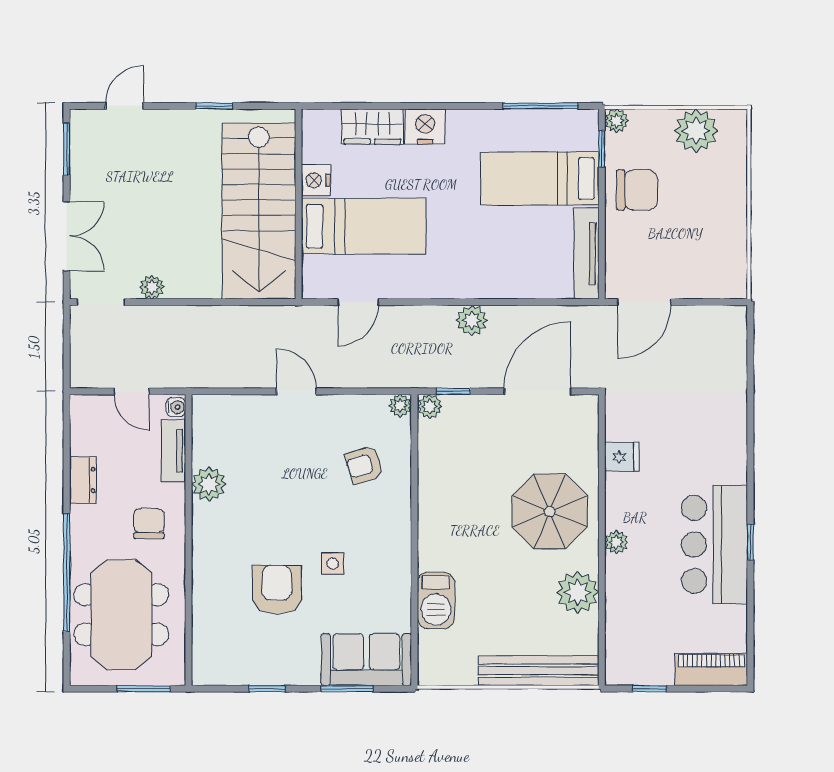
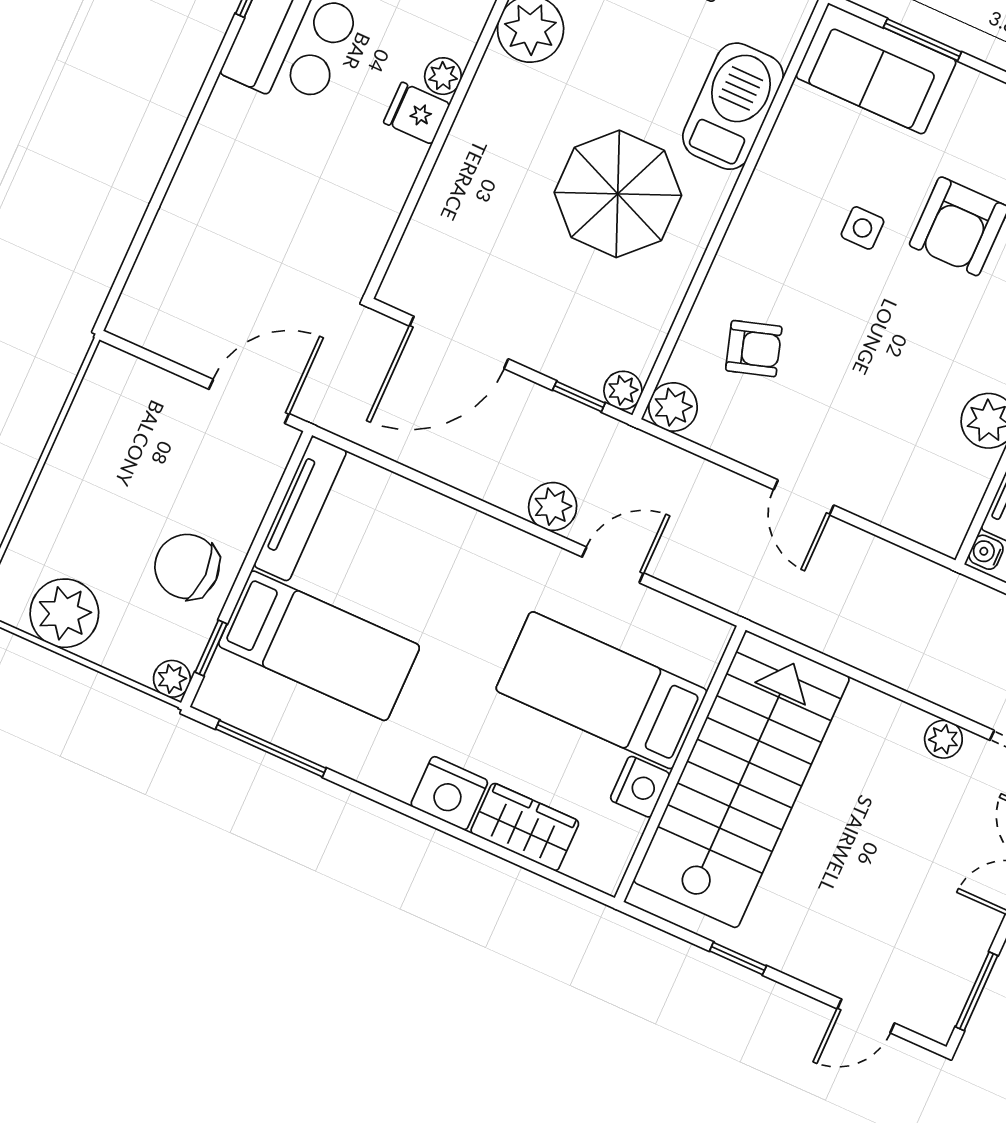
door: (358, 302) -> (613, 565), moved
plant: (472, 320) -> (553, 507), moved
plant: (400, 406) -> (673, 407), width x1.38, depth x1.38
fridge: (622, 457) -> (417, 113), moved
parasol: (550, 511) -> (618, 194), moved
barbecue: (436, 600) -> (733, 106), width x1.37, depth x1.21

